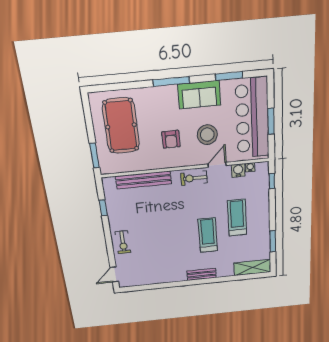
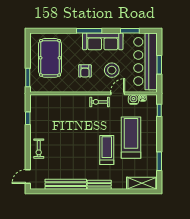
sofa: (199, 95) -> (103, 41), width x1.36
bench: (144, 180) -> (66, 184), moved
treadmill: (237, 218) -> (131, 138), width x1.37, depth x1.38

